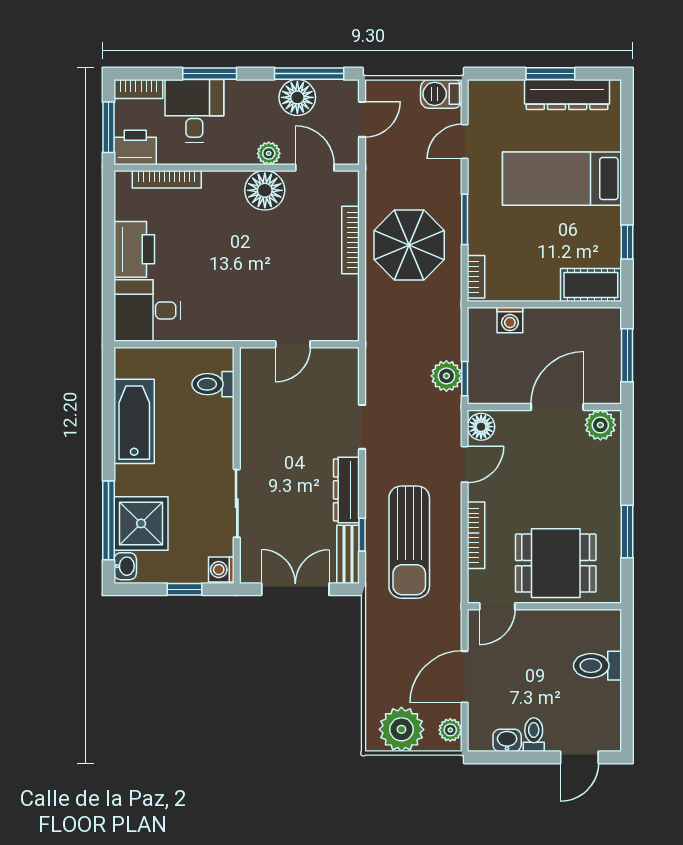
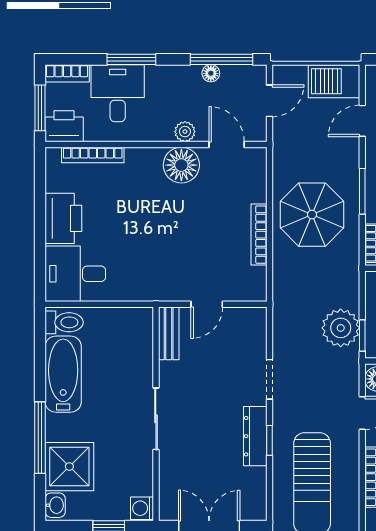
barbecue: (441, 94) -> (334, 81), width x1.38, depth x1.27
floor lamp: (297, 97) -> (211, 73), width x0.53, depth x0.53
bookcase: (351, 240) -> (259, 235), moved
plant: (446, 376) -> (341, 328), width x1.36, depth x1.36
toilet: (213, 384) -> (64, 322), moved, turned 180
sliding door: (237, 503) -> (156, 419), moved
window: (109, 520) -> (40, 438), moved
window: (362, 535) -> (269, 440), moved
bench: (348, 554) -> (169, 333), moved

